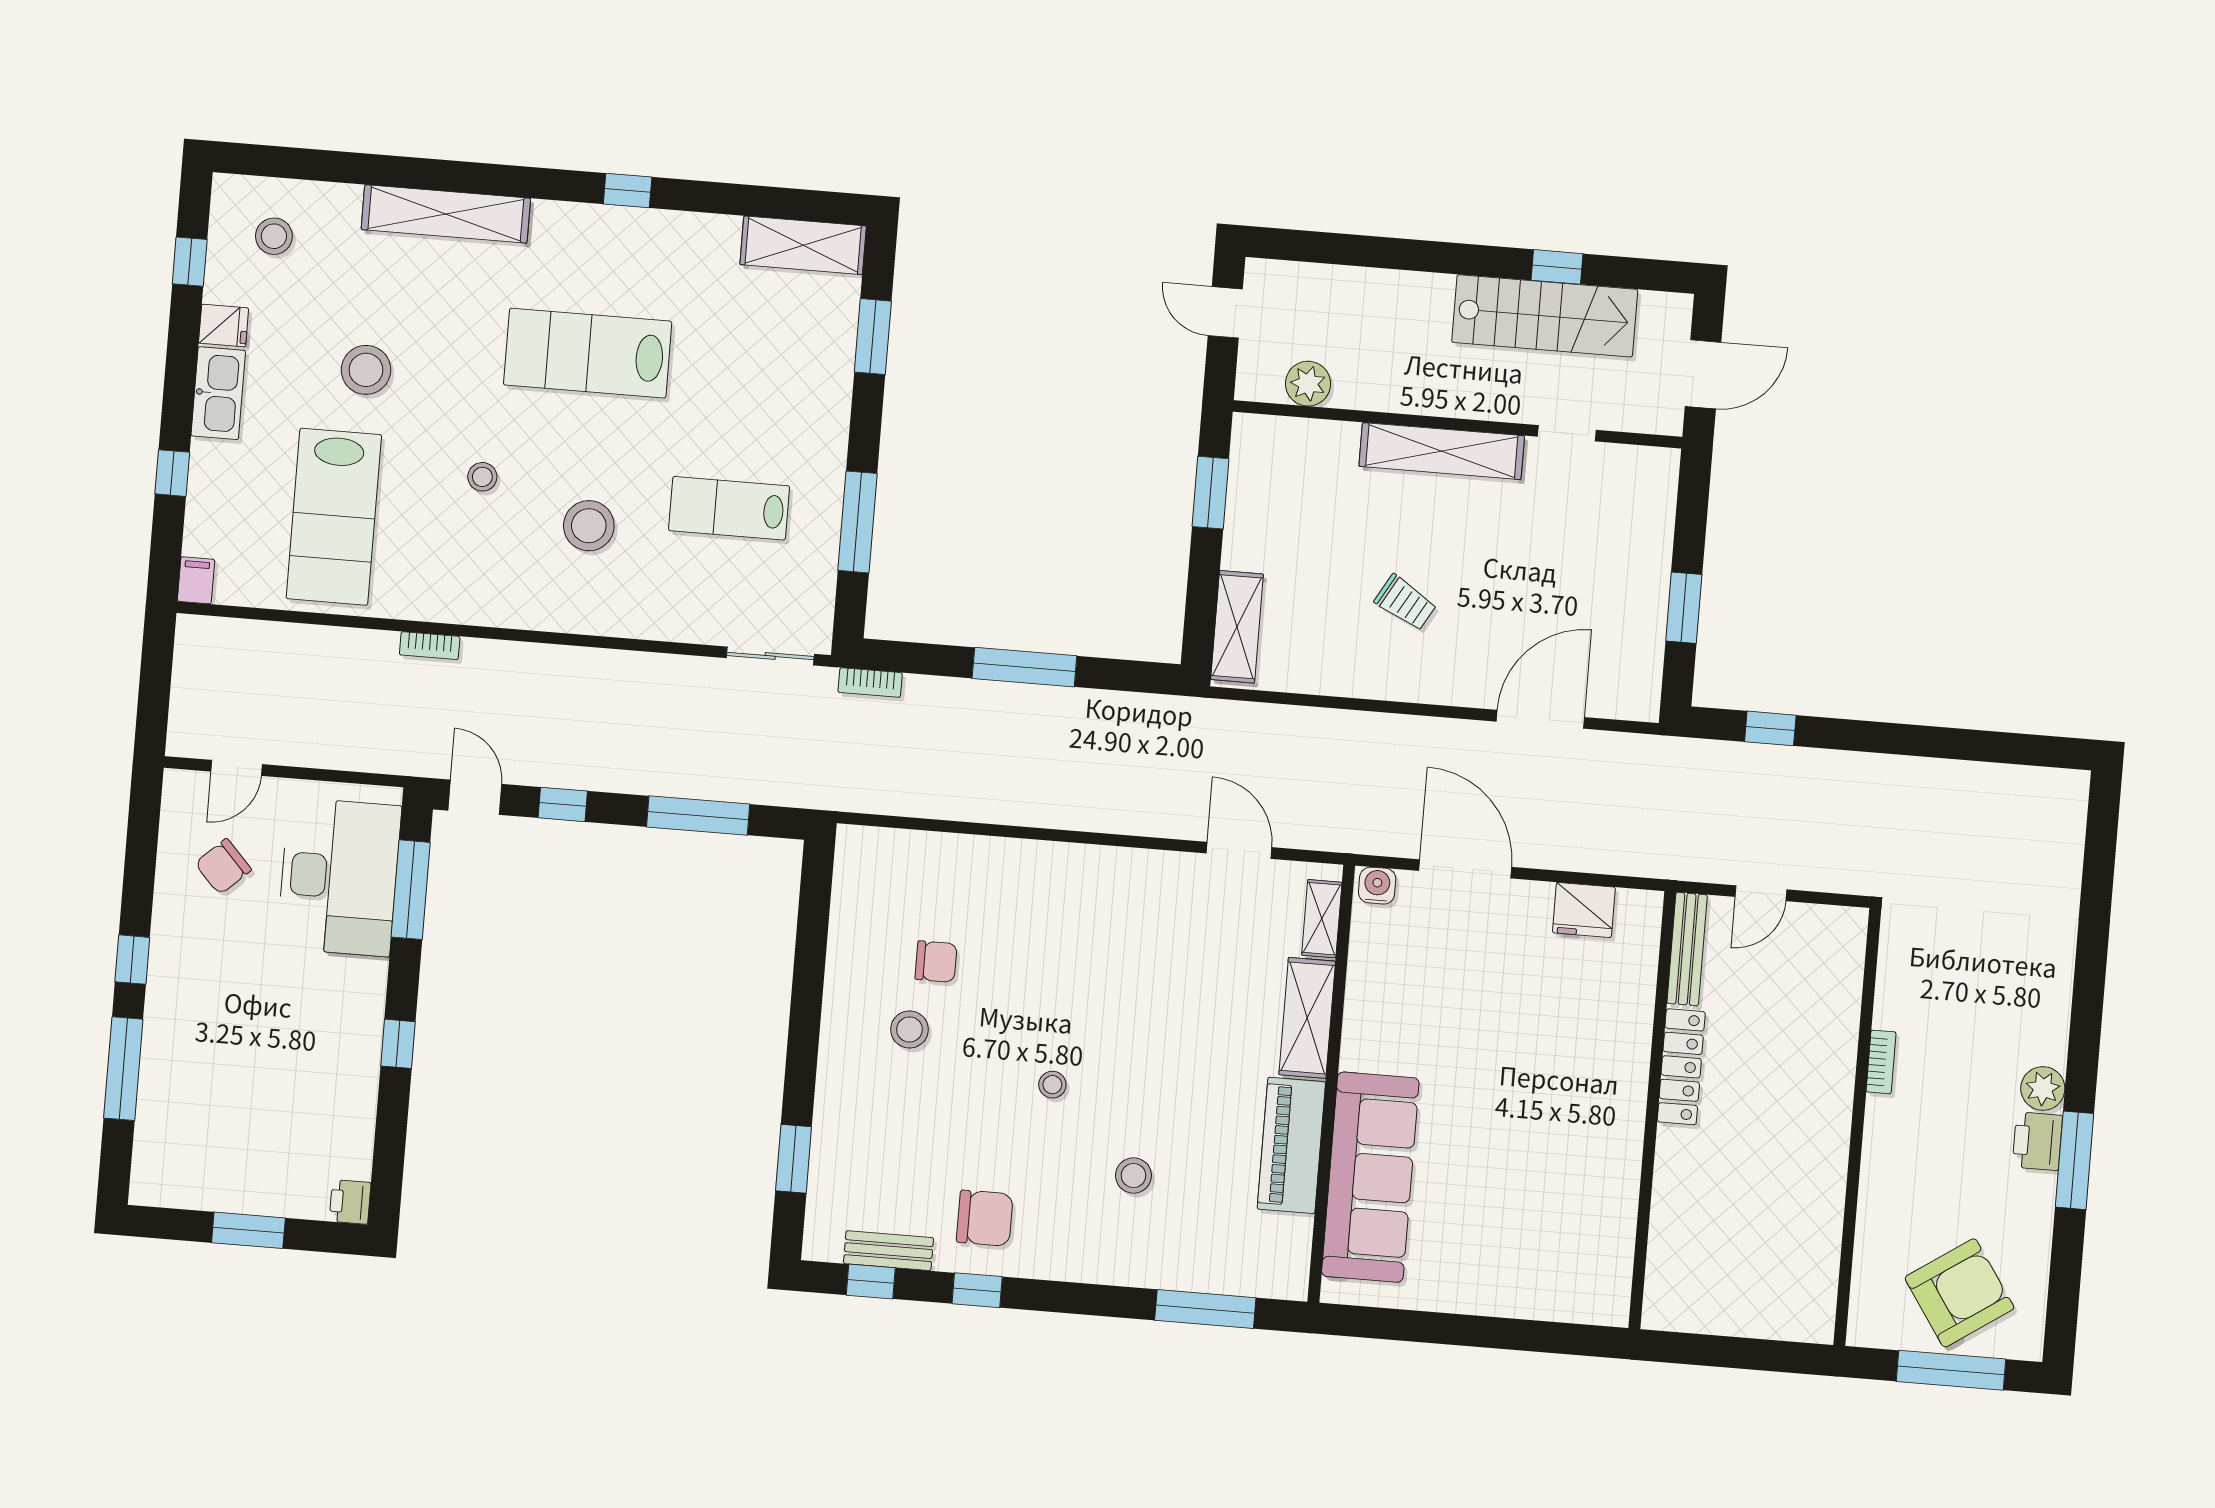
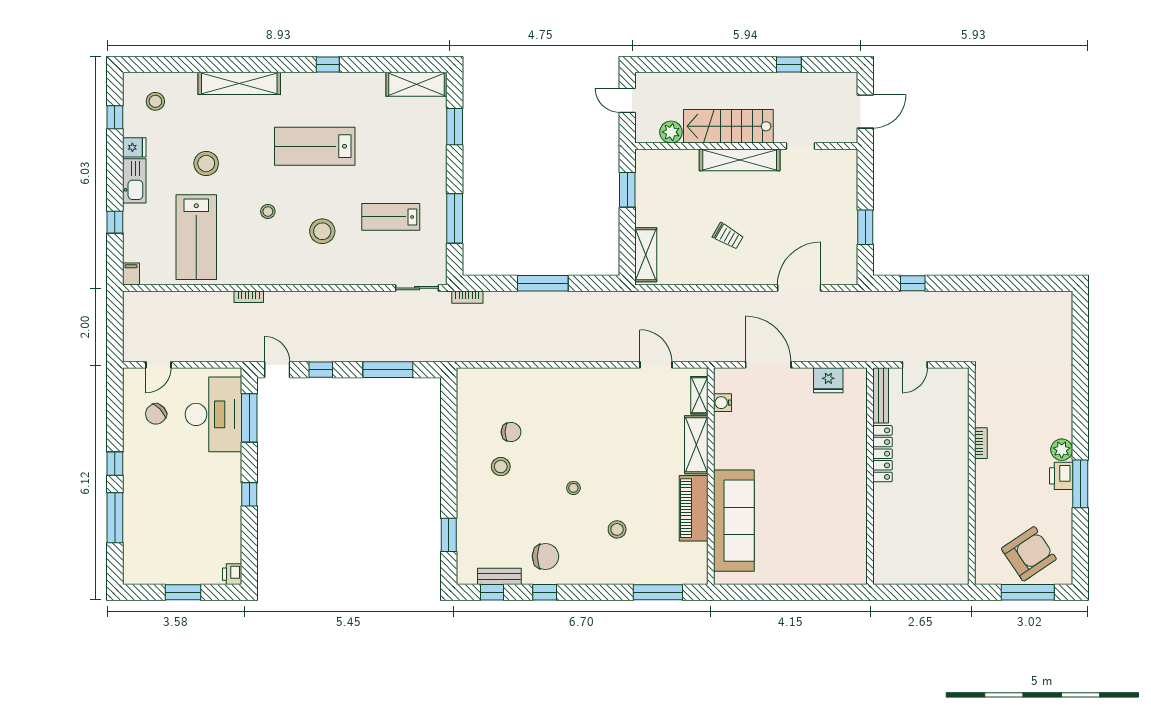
stairs: (1545, 316) -> (728, 126), moved, turned 180
water cooler: (1377, 886) -> (723, 403), moved, turned -90

